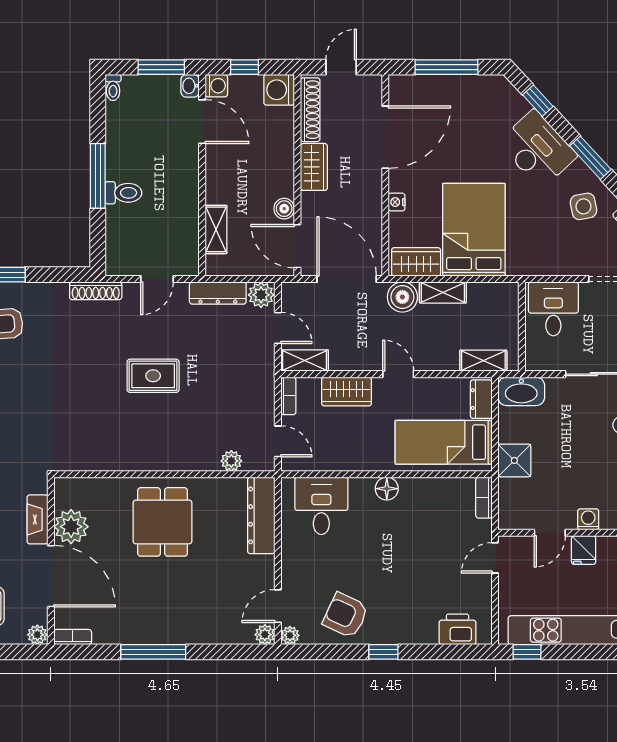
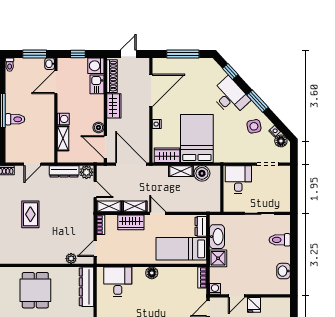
washing machine: (216, 86) -> (63, 119), moved
door: (202, 122) -> (56, 82), swing flipped
kitchen sink: (281, 125) -> (97, 84), added
boiler: (402, 297) -> (202, 173), moved
shelving: (483, 361) -> (135, 206), moved
rug: (153, 376) -> (30, 214), turned 90
washbasin: (521, 391) -> (217, 237), moved, turned -90
door: (278, 441) -> (95, 248), swing flipped
washing machine: (588, 519) -> (215, 289), moved

